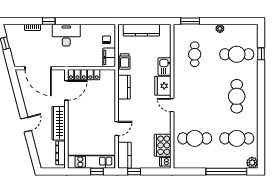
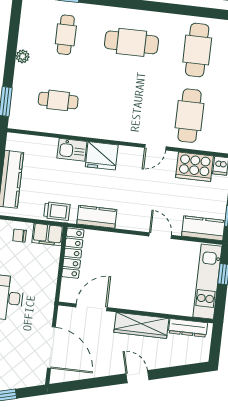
cafe table: (237, 54) -> (66, 35), width x0.73, depth x0.74
door: (38, 68) -> (51, 347), hinge flipped
locker: (84, 75) -> (73, 253), moved
door: (66, 90) -> (91, 307), hinge flipped
door: (172, 105) -> (155, 147), moved

